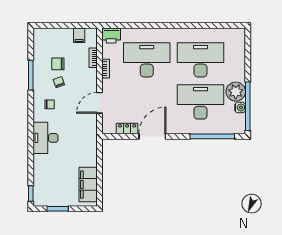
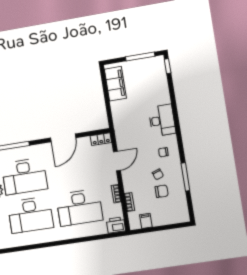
locker: (127, 129) -> (101, 139), moved
window: (58, 209) -> (140, 56), width x1.44

